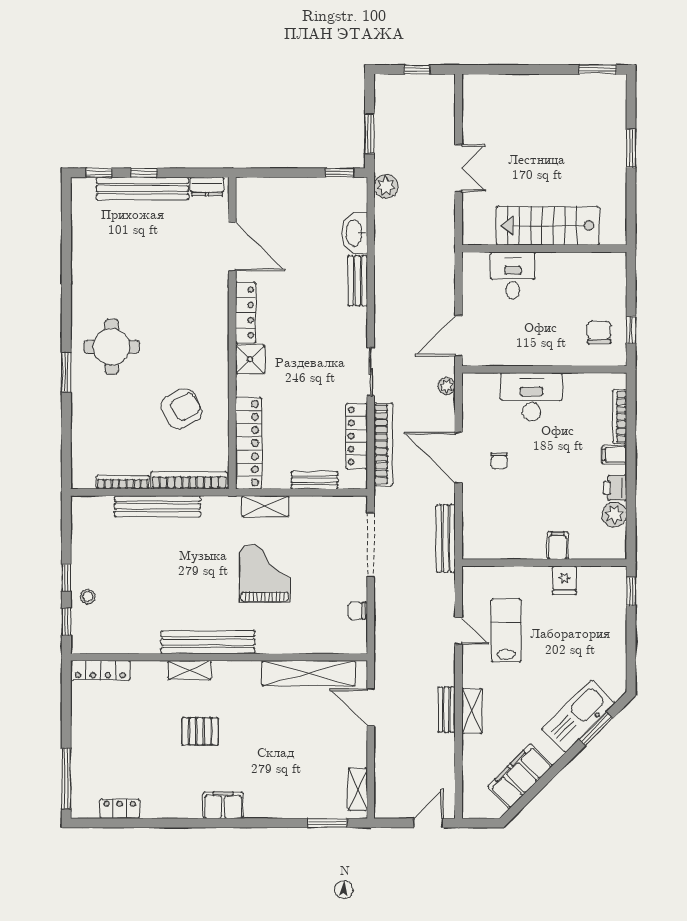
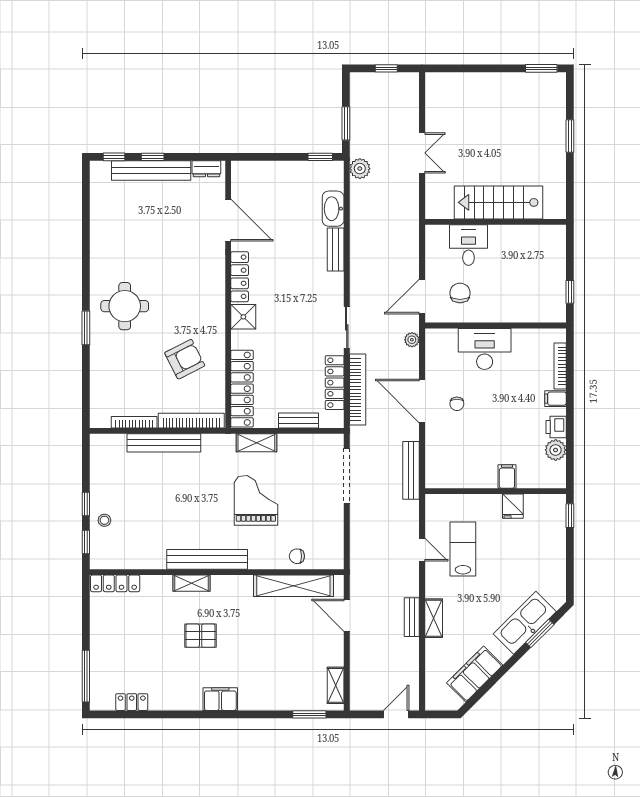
chair: (599, 332) -> (460, 293), moved
chair: (357, 611) -> (297, 556), moved

